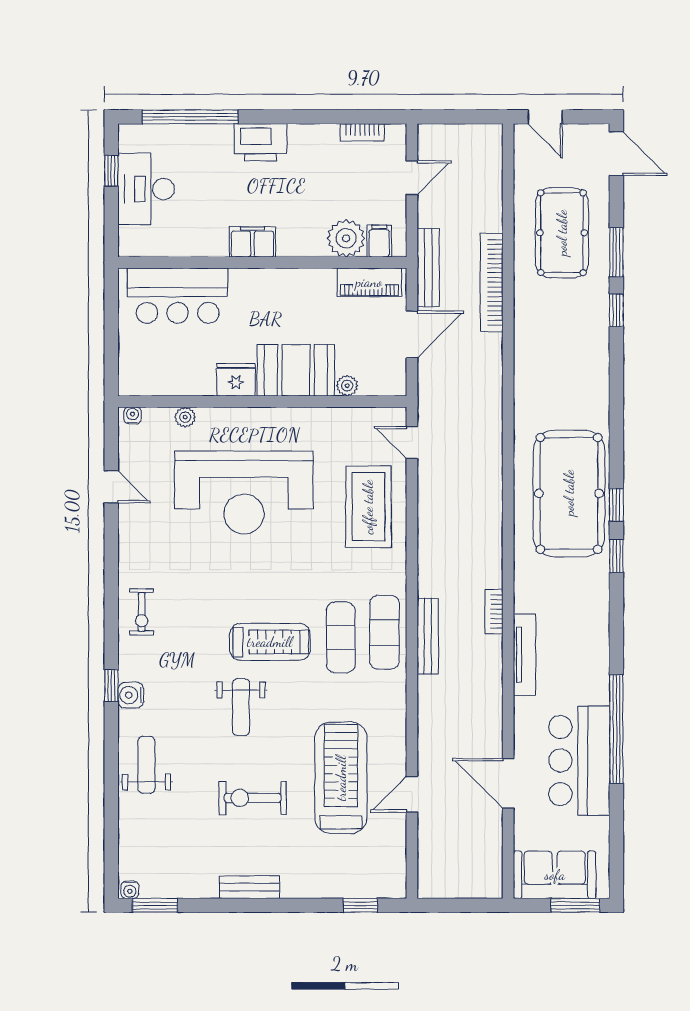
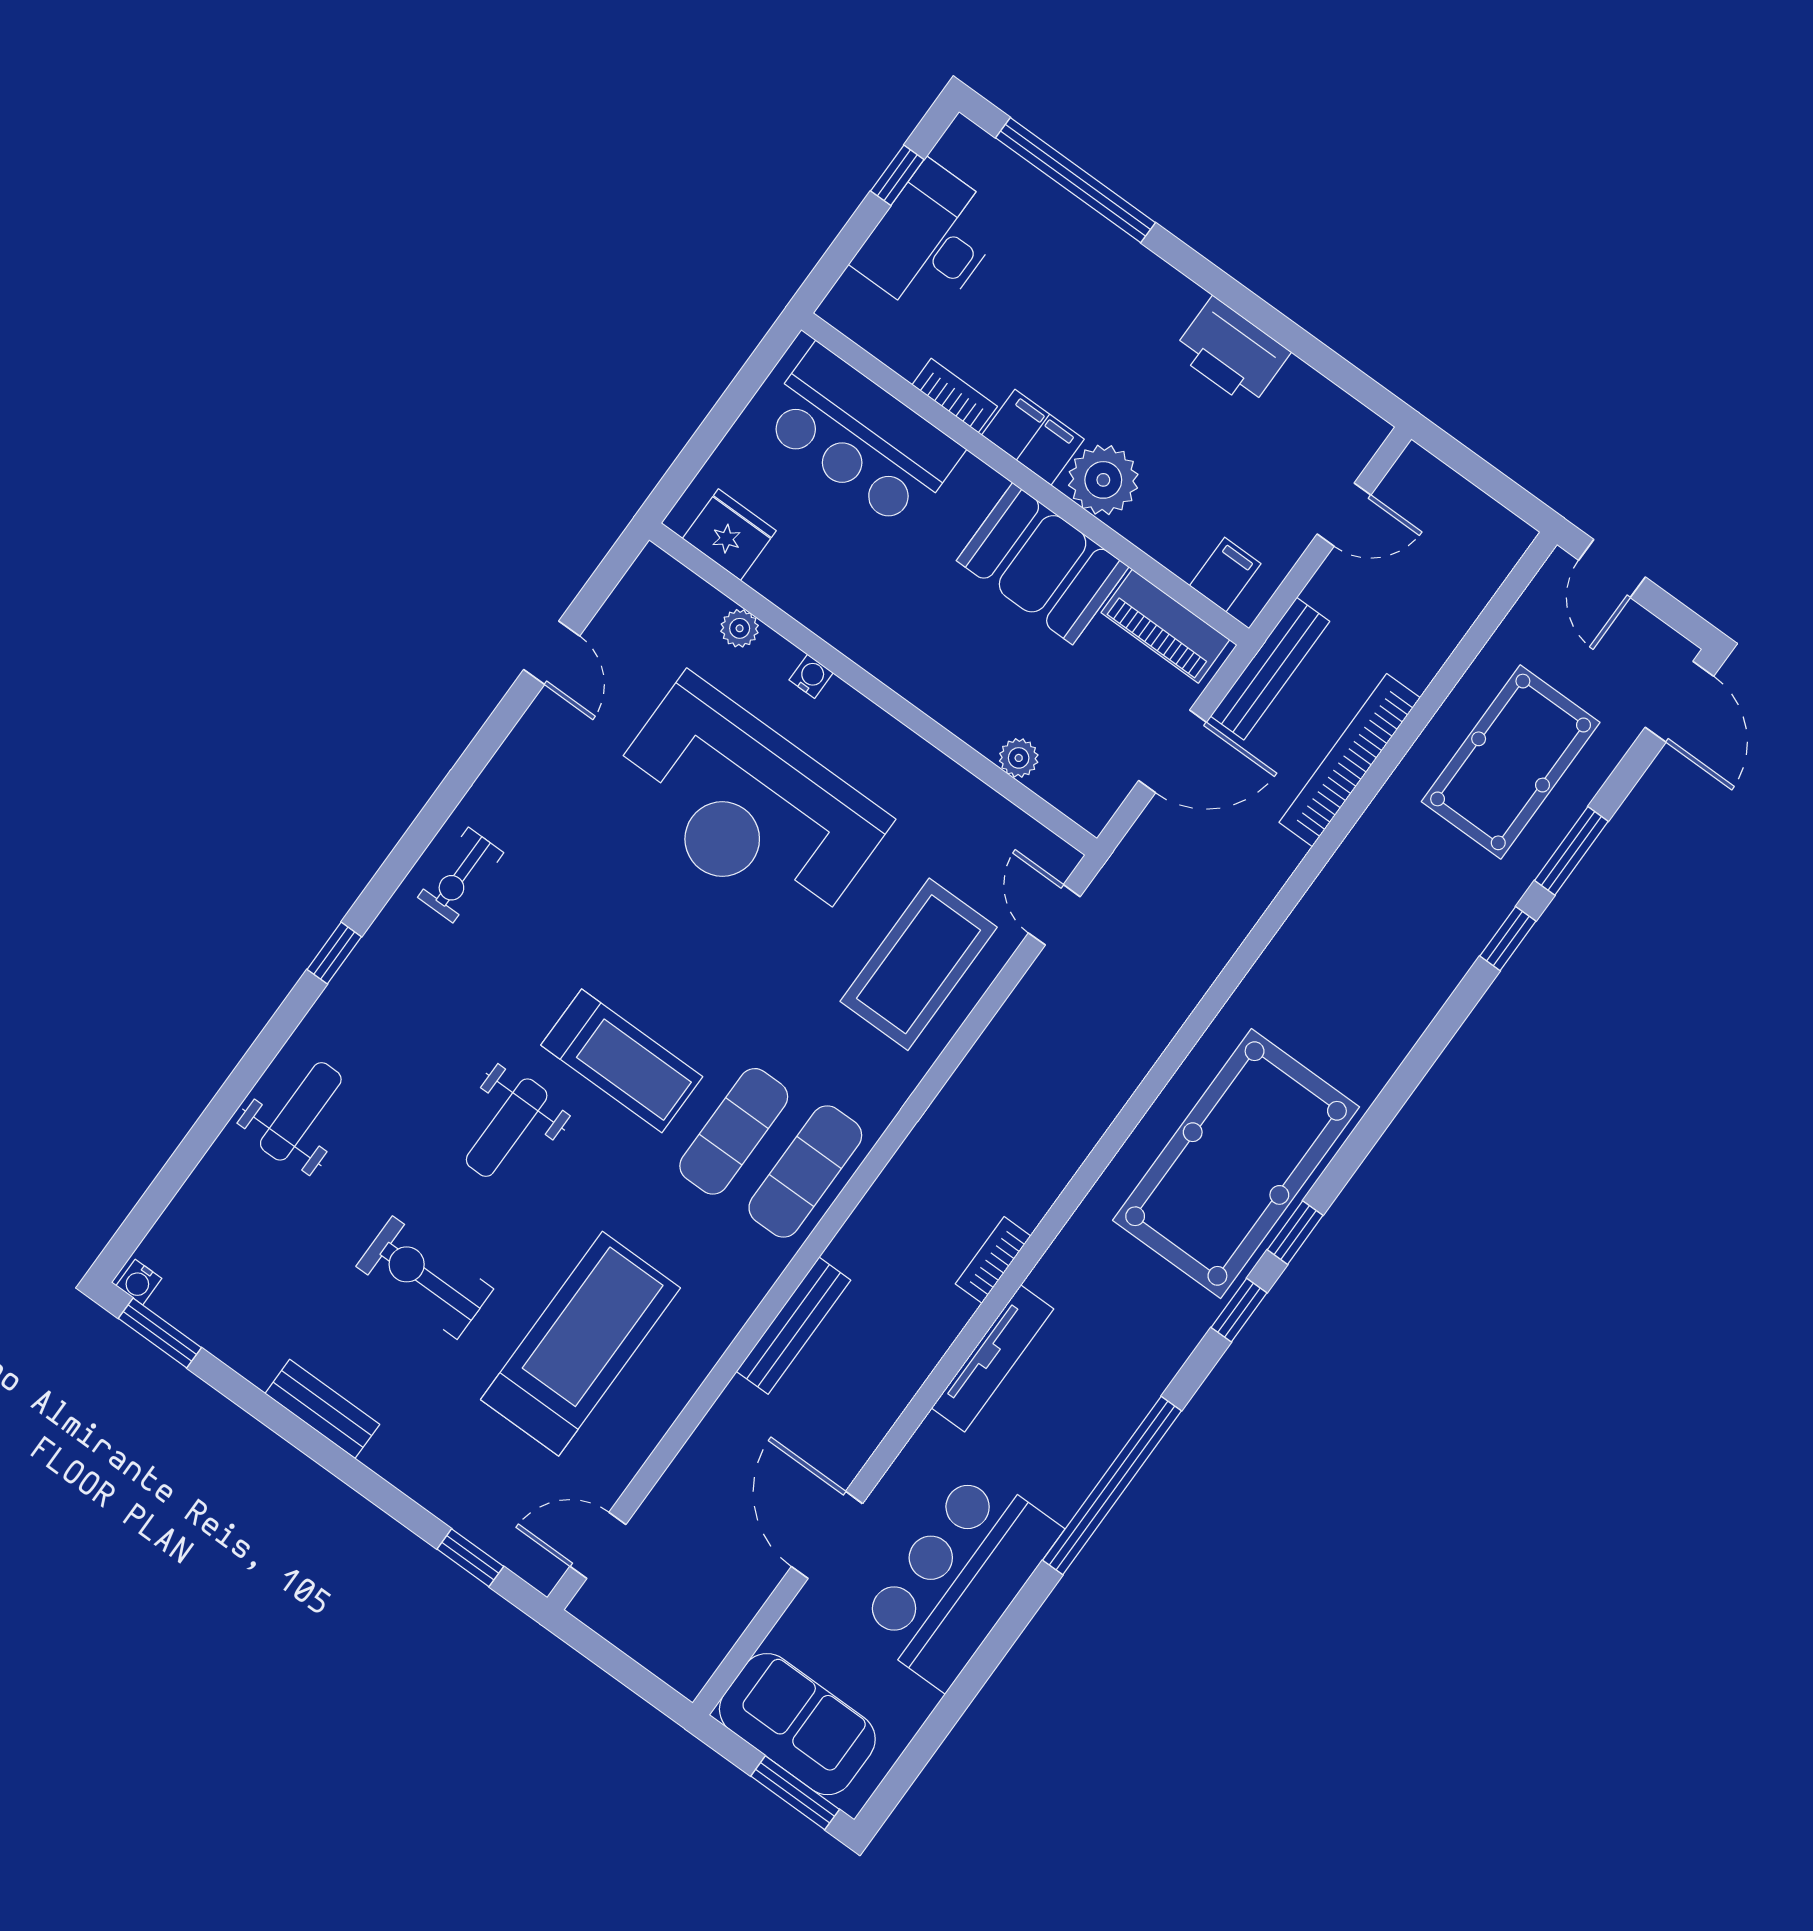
bookcase: (362, 132) -> (955, 396), moved, turned 180
printer: (260, 142) -> (1232, 352), moved
plant: (346, 238) -> (1103, 480), moved
booth: (296, 370) -> (1043, 564), moved
fridge: (236, 380) -> (729, 535), moved
water cooler: (132, 415) -> (811, 676), moved
bench: (428, 636) -> (794, 1326), moved
water cooler: (131, 695) -> (353, 989), removed
window: (616, 729) -> (1112, 1485), moved
door: (412, 794) -> (598, 1545), moved

